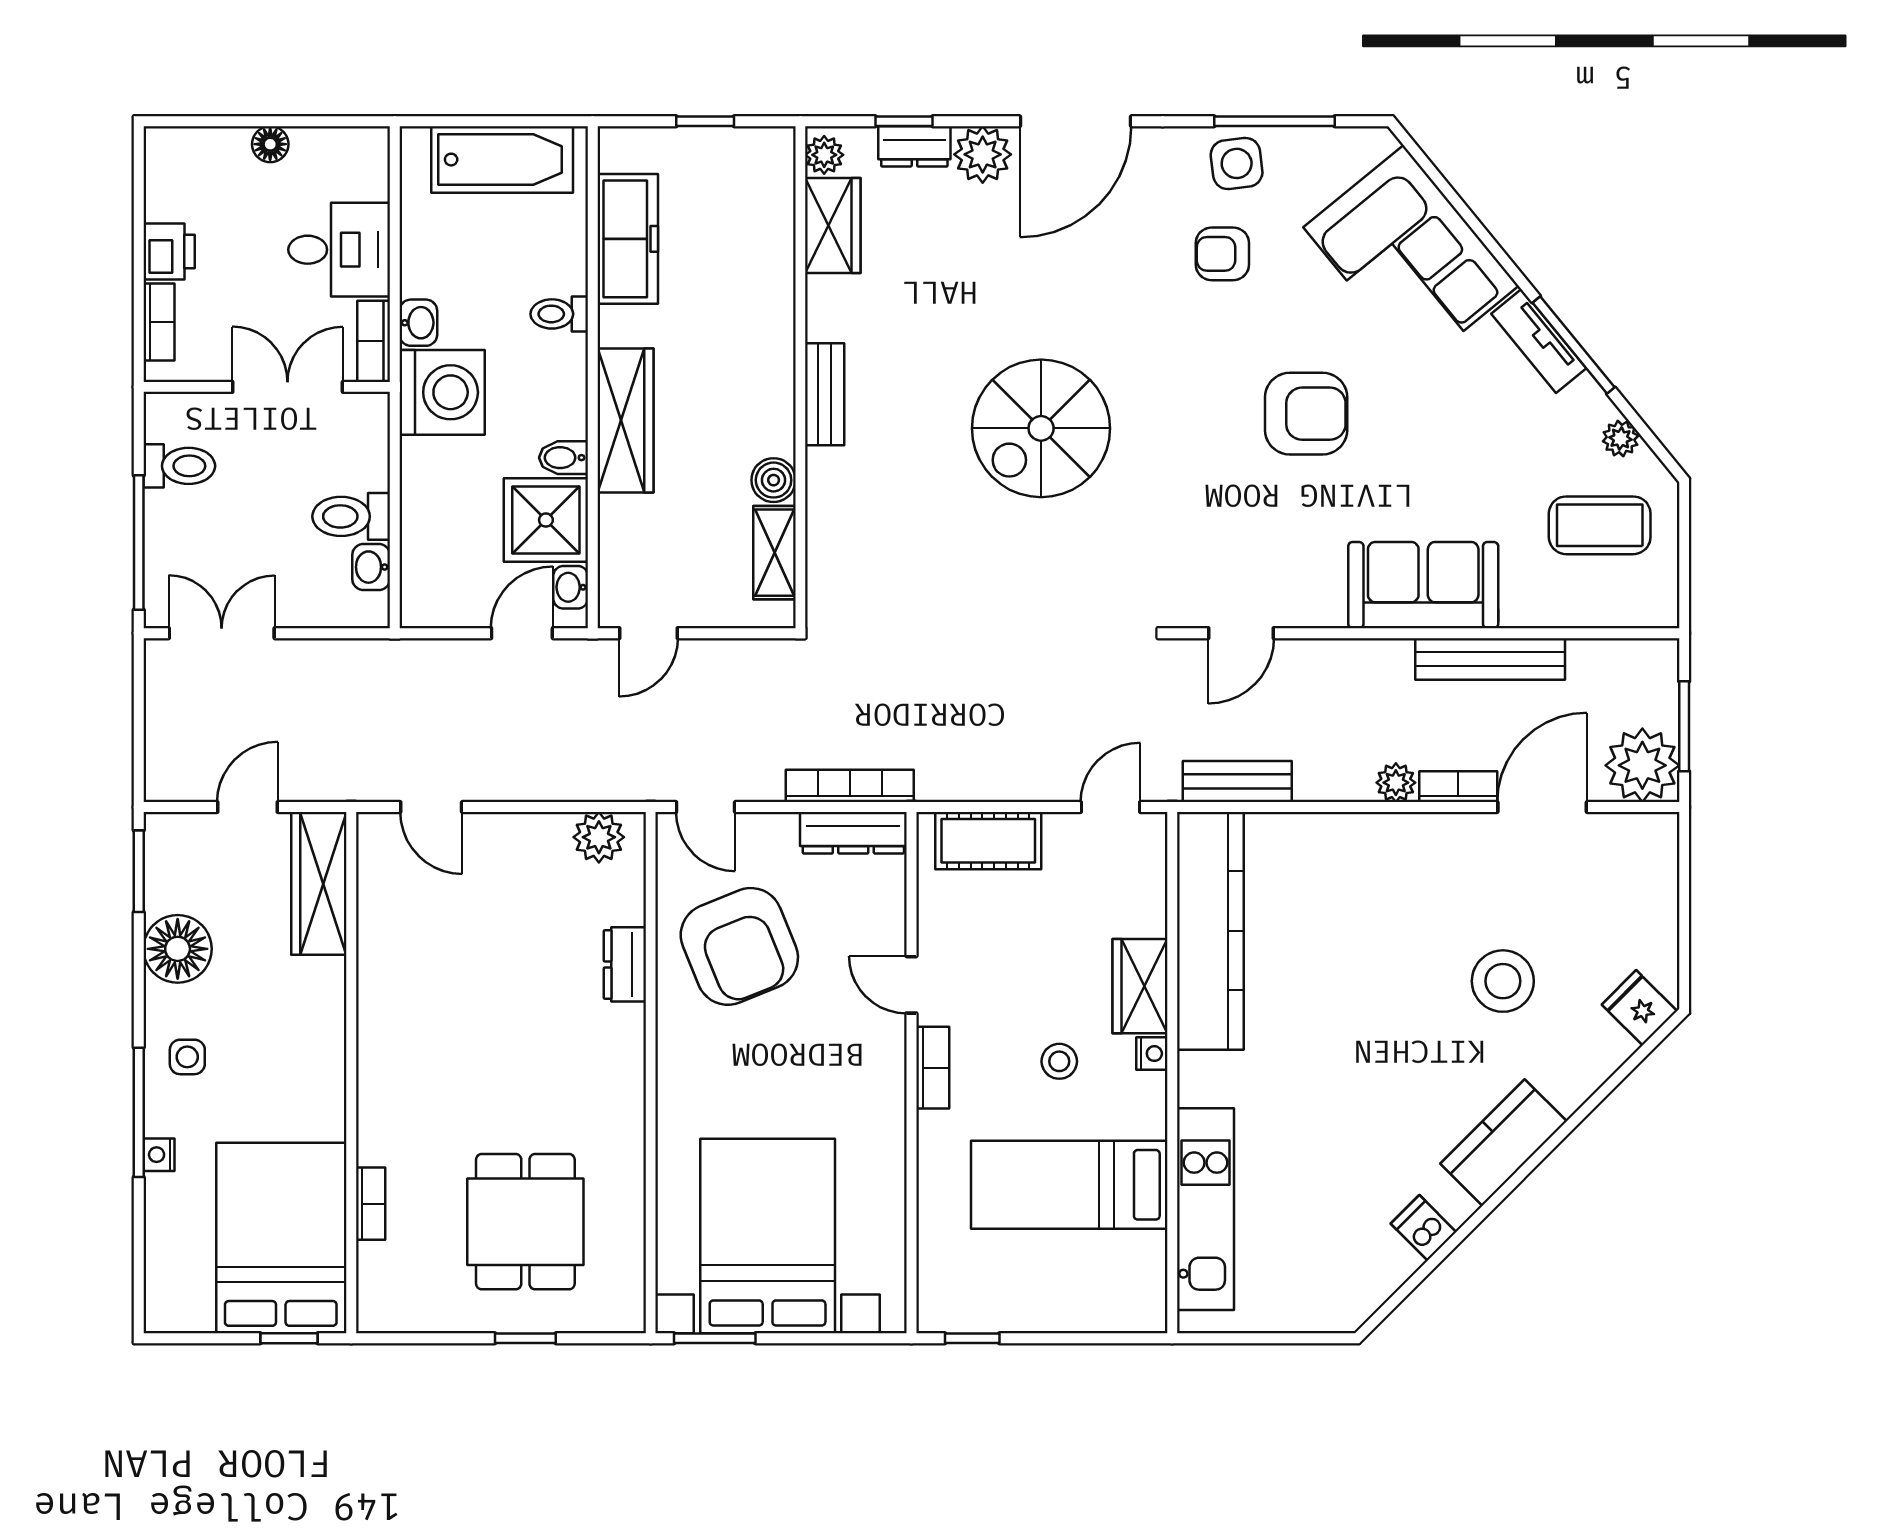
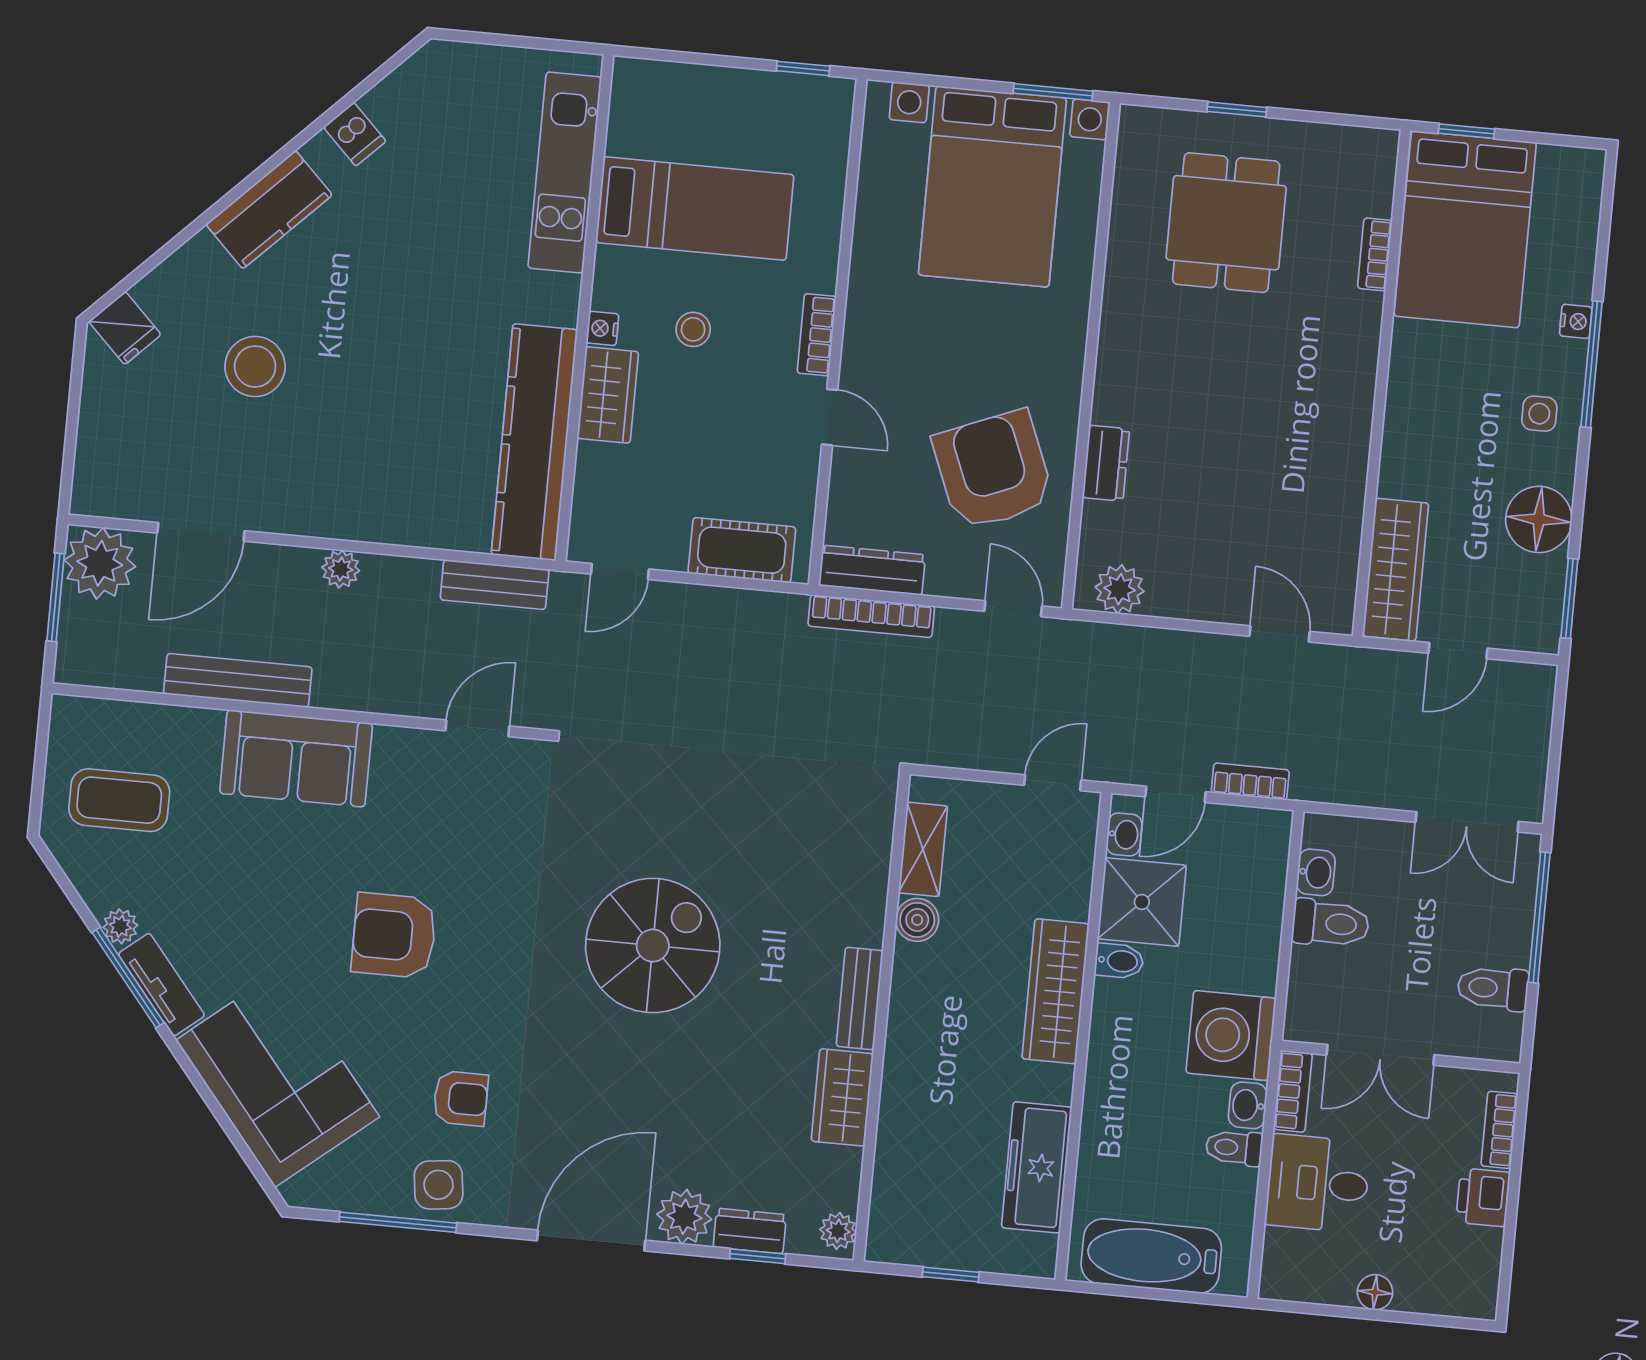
wardrobe: (833, 226) -> (842, 1097), moved
toilet: (559, 314) -> (1234, 1148), moved, turned 180
plant: (1621, 438) -> (120, 926), moved
bookcase: (1458, 787) -> (1250, 781), moved, turned 180

